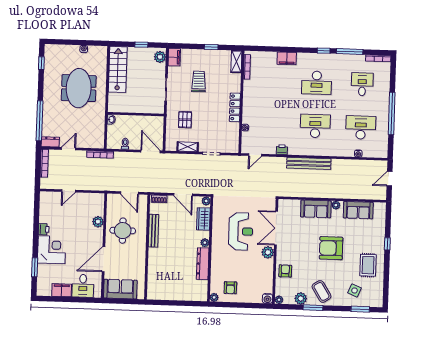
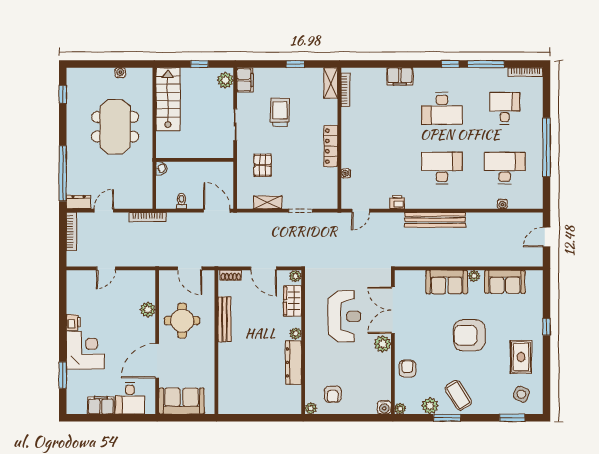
side table: (354, 290) -> (521, 394), moved

